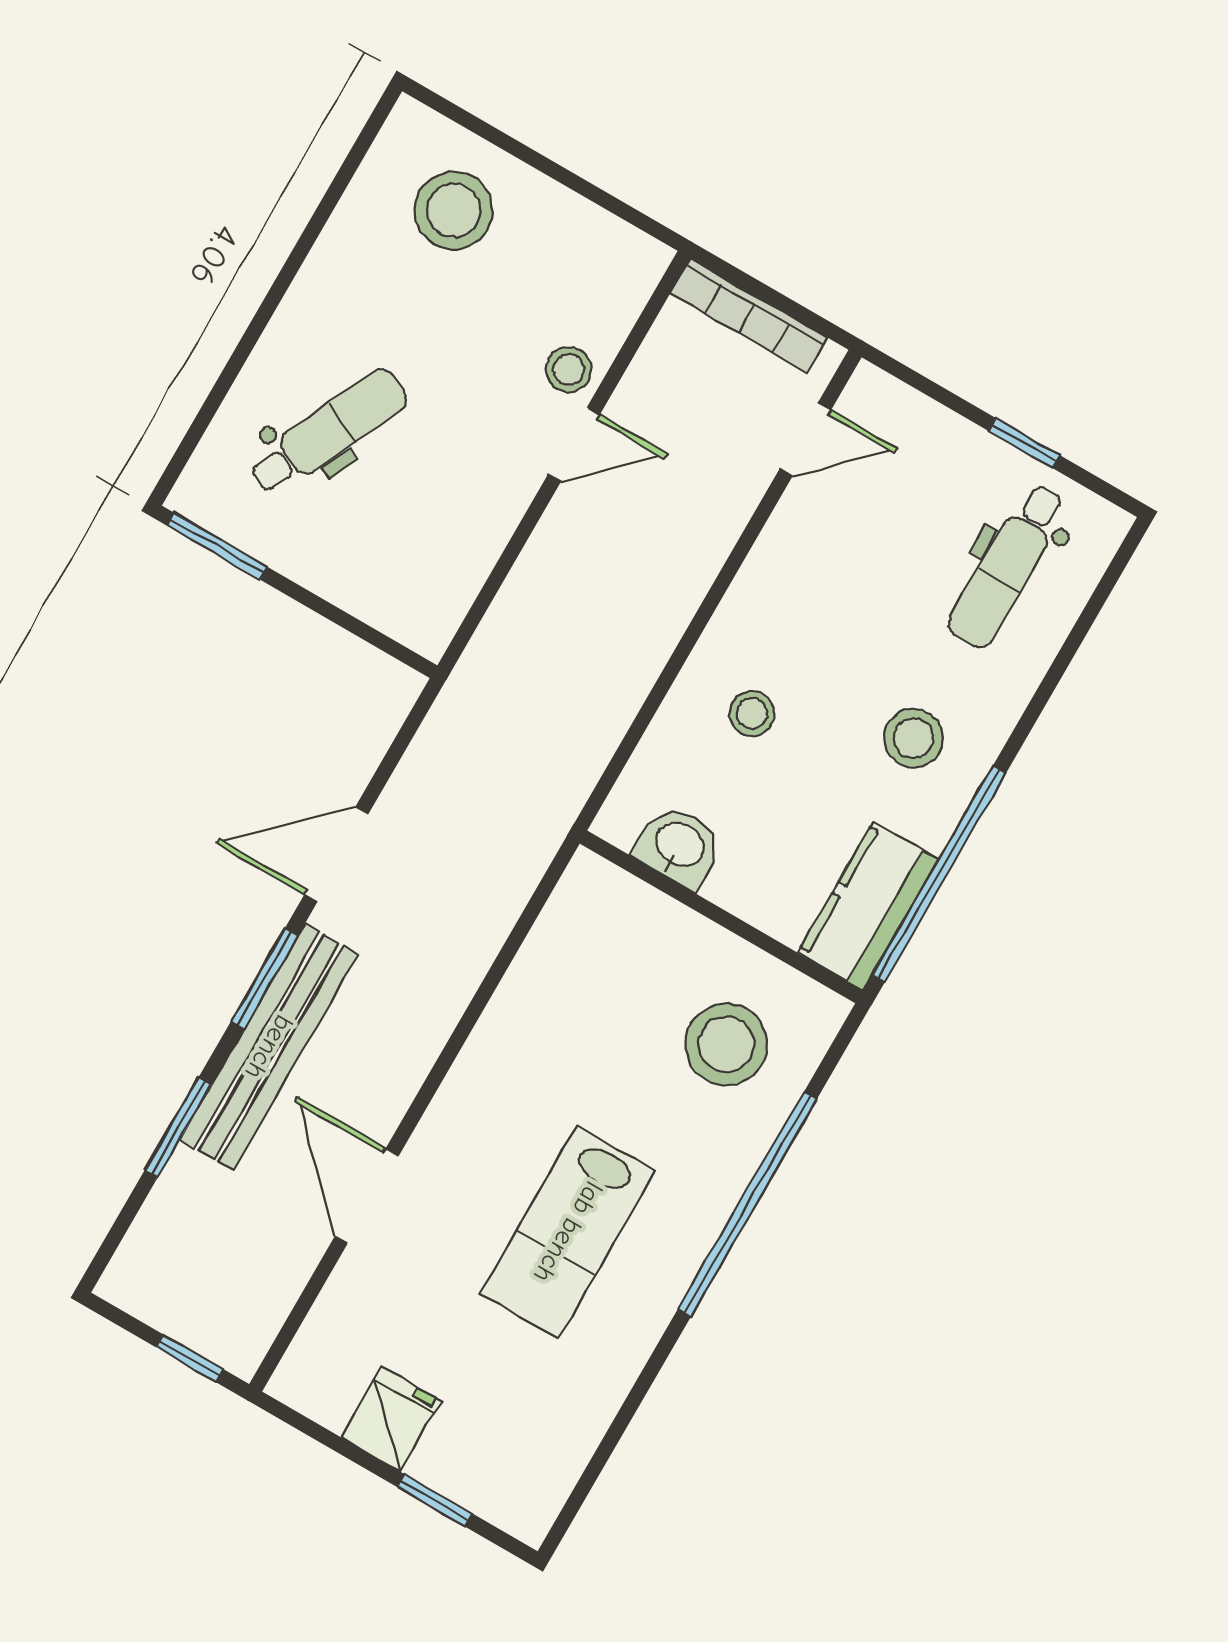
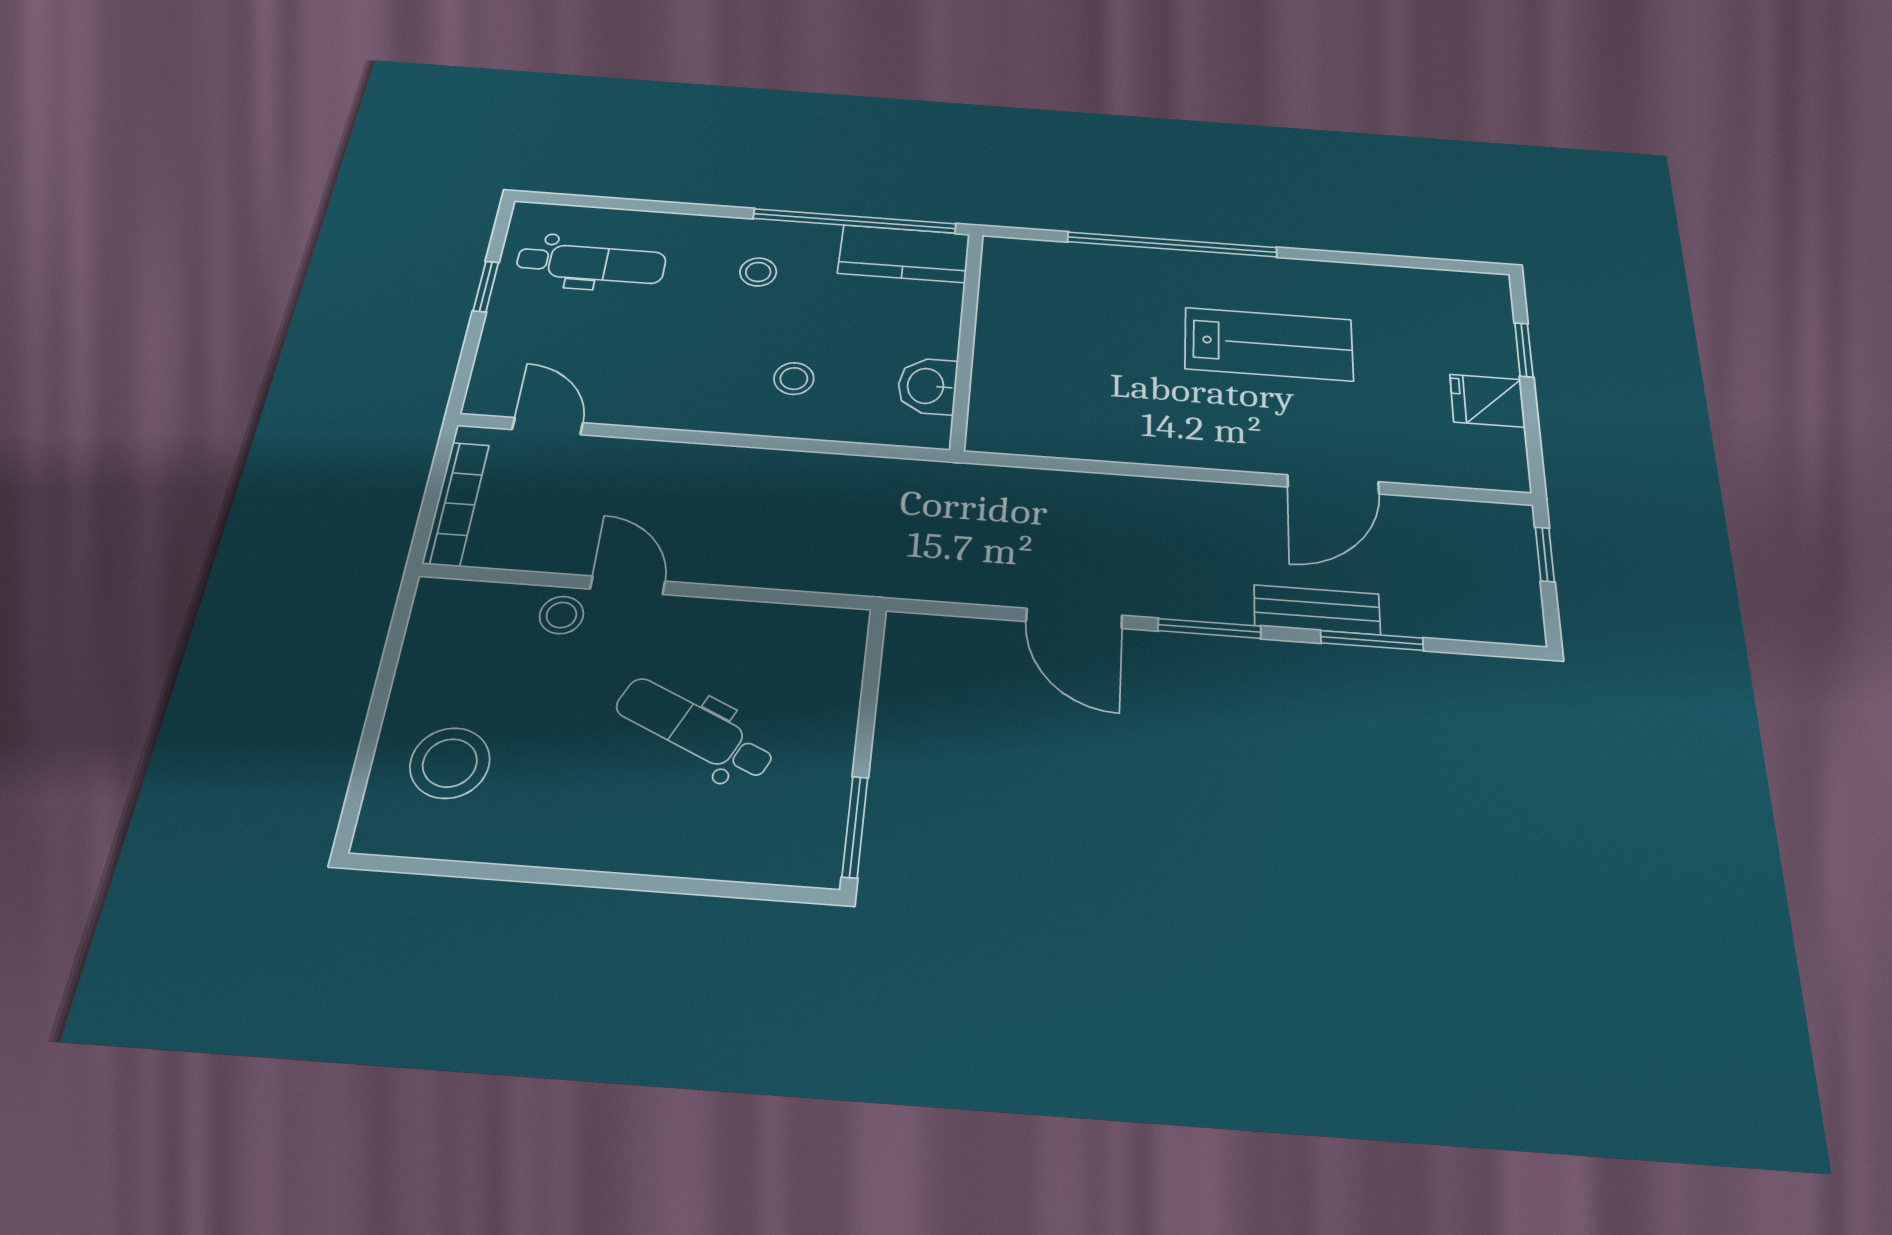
dental chair: (328, 432) -> (695, 729), moved
stool: (914, 738) -> (758, 272), width x0.73, depth x0.73
stool: (726, 1044) -> (1062, 300), removed
bench: (269, 1047) -> (1317, 610), width x0.54, depth x0.82

